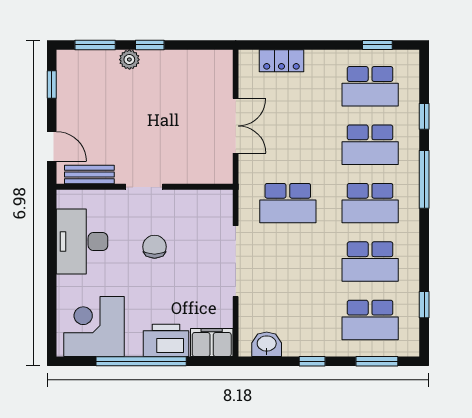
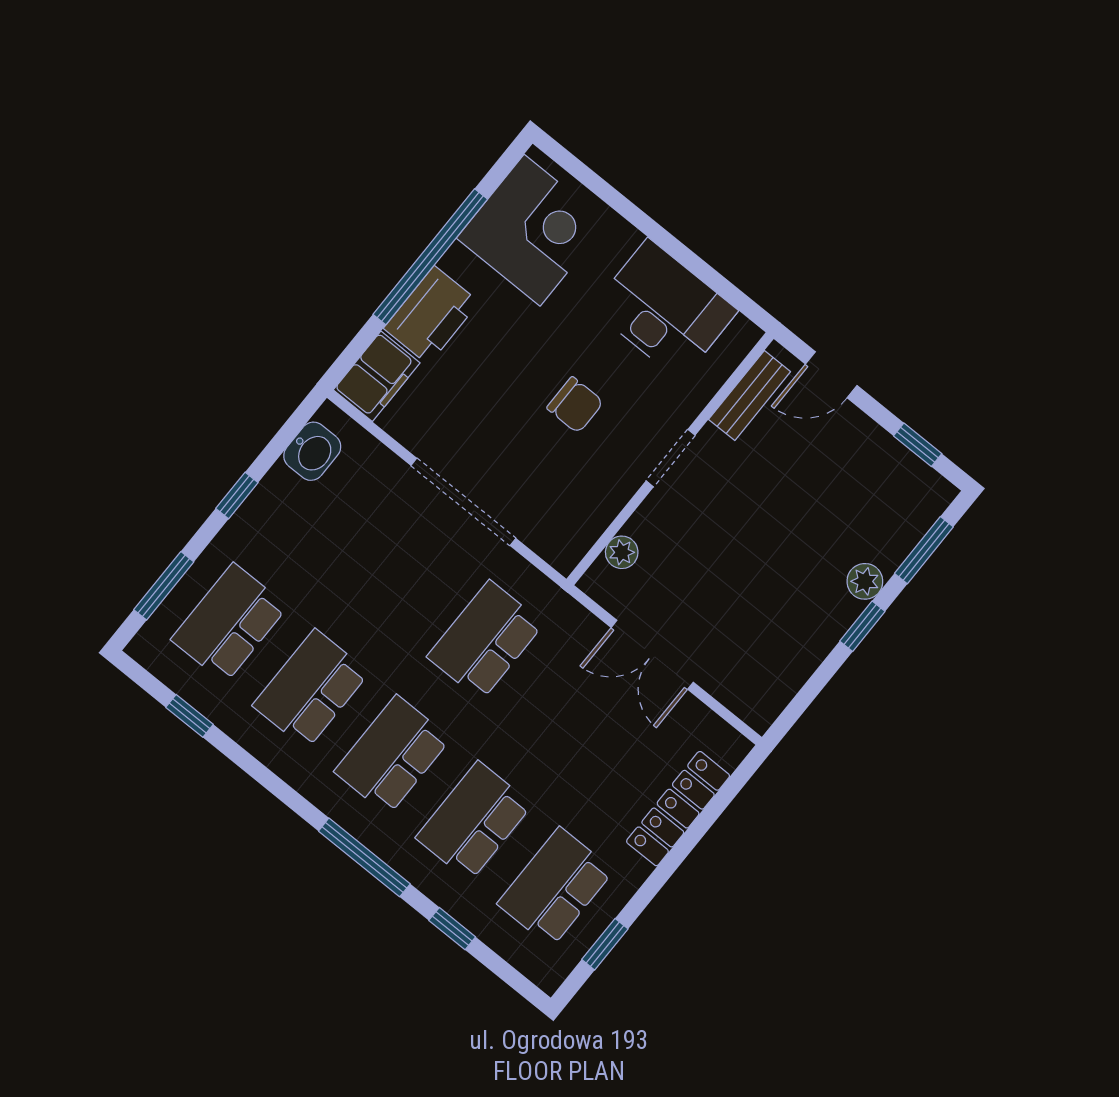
locker: (281, 61) -> (678, 809), width x1.53
plant: (202, 175) -> (622, 552), added

